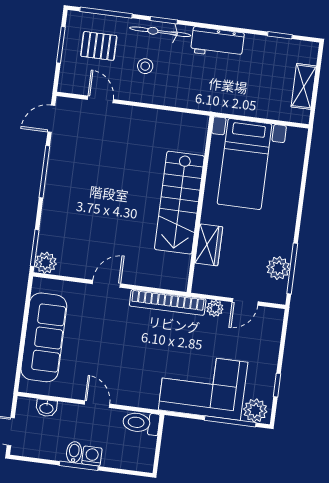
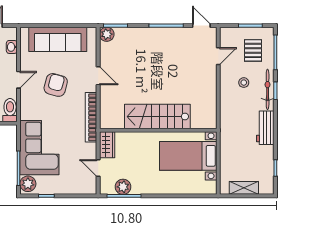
wardrobe: (209, 245) -> (107, 145), moved, turned -90
plant: (215, 308) -> (91, 149), removed
armchair: (112, 349) -> (56, 85), added

